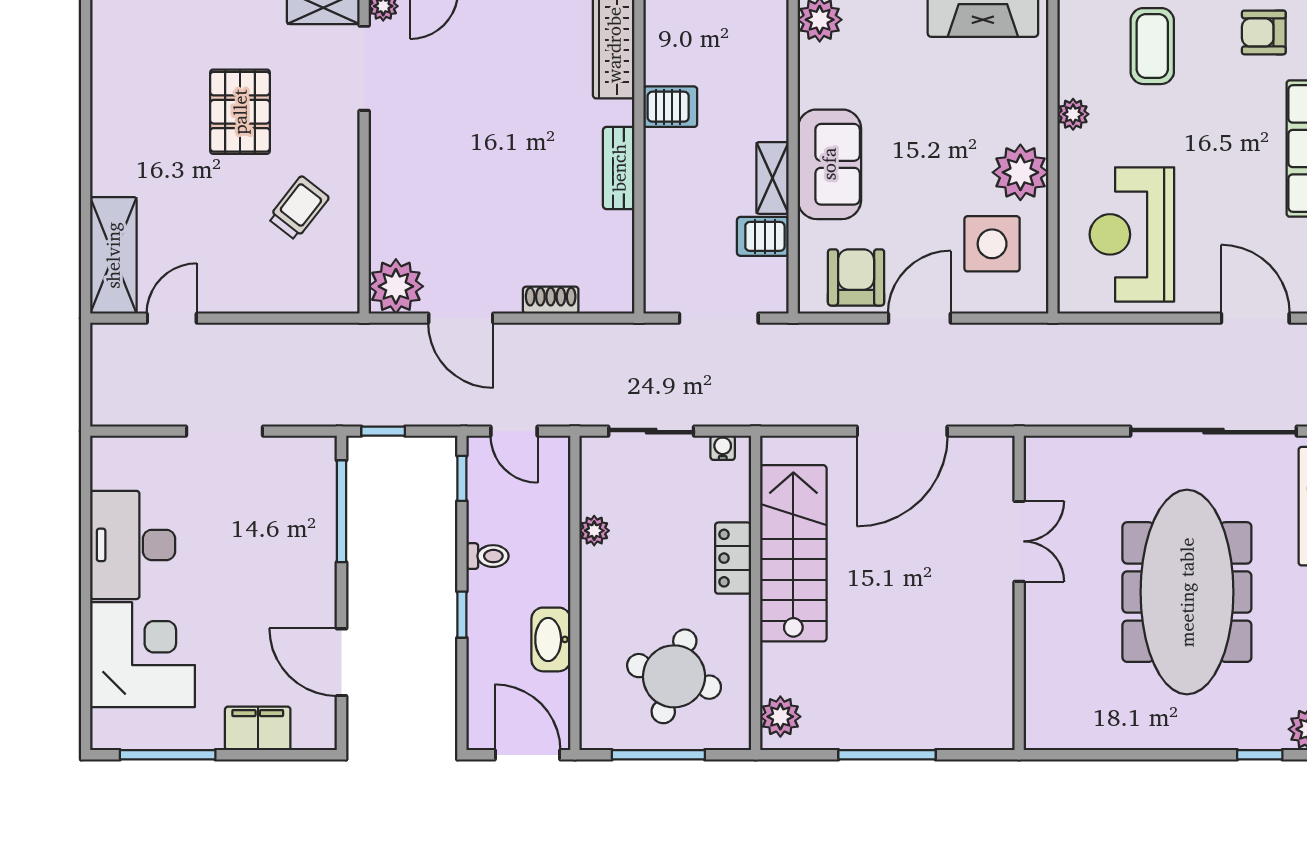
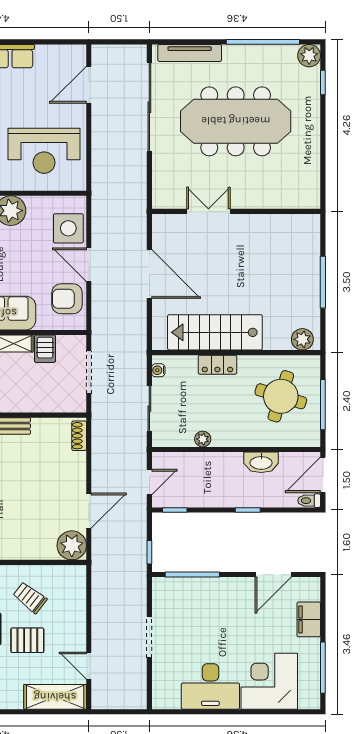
pallet: (219, 203) -> (27, 640), added
side table: (992, 244) -> (68, 228), moved
shoe rack: (551, 300) -> (79, 436), moved
toilet: (487, 556) -> (309, 501), moved, turned -90

